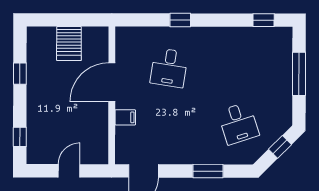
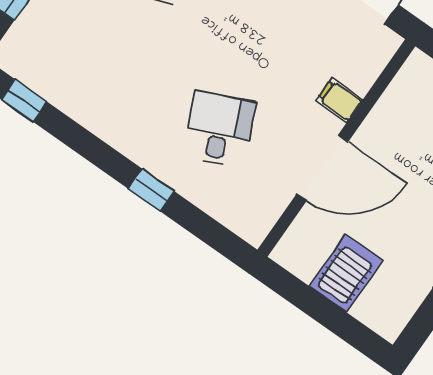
desk: (169, 68) -> (219, 129), turned -33

